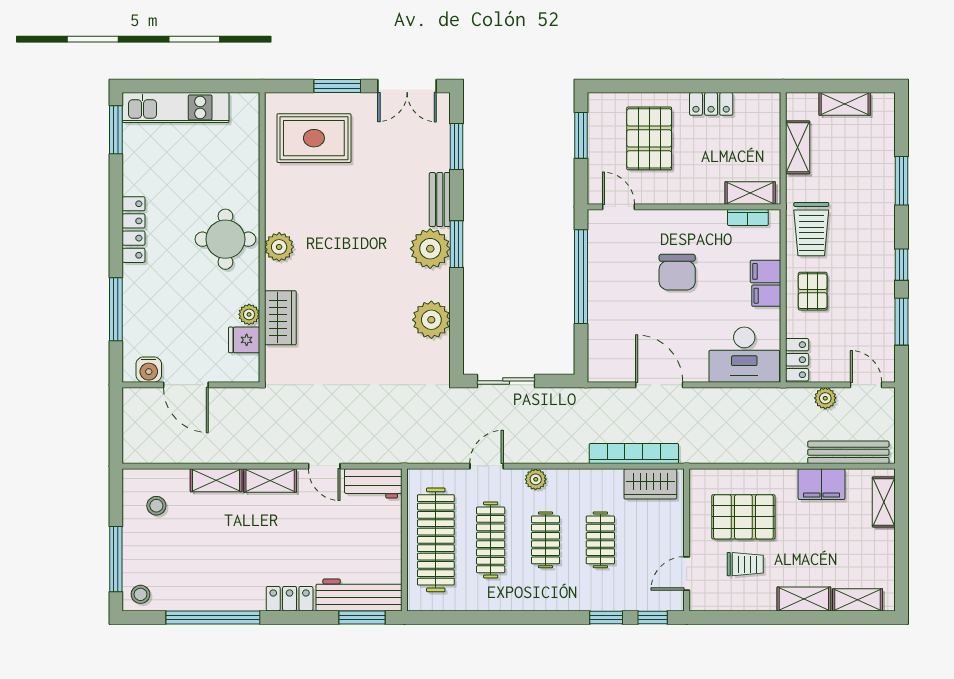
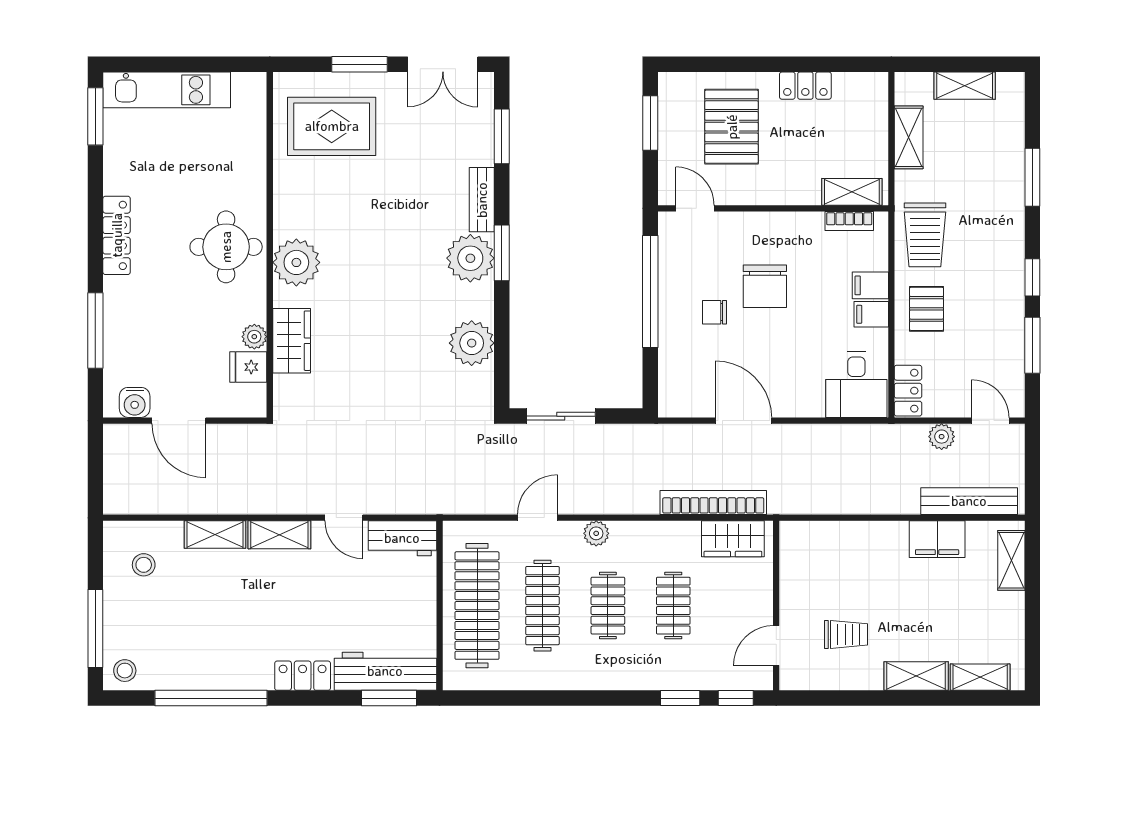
plant: (279, 247) -> (296, 262), width x1.36, depth x1.36
chair: (635, 294) -> (714, 312), added
desk: (744, 355) -> (856, 385), width x0.73
pallet: (743, 517) -> (844, 578), removed

